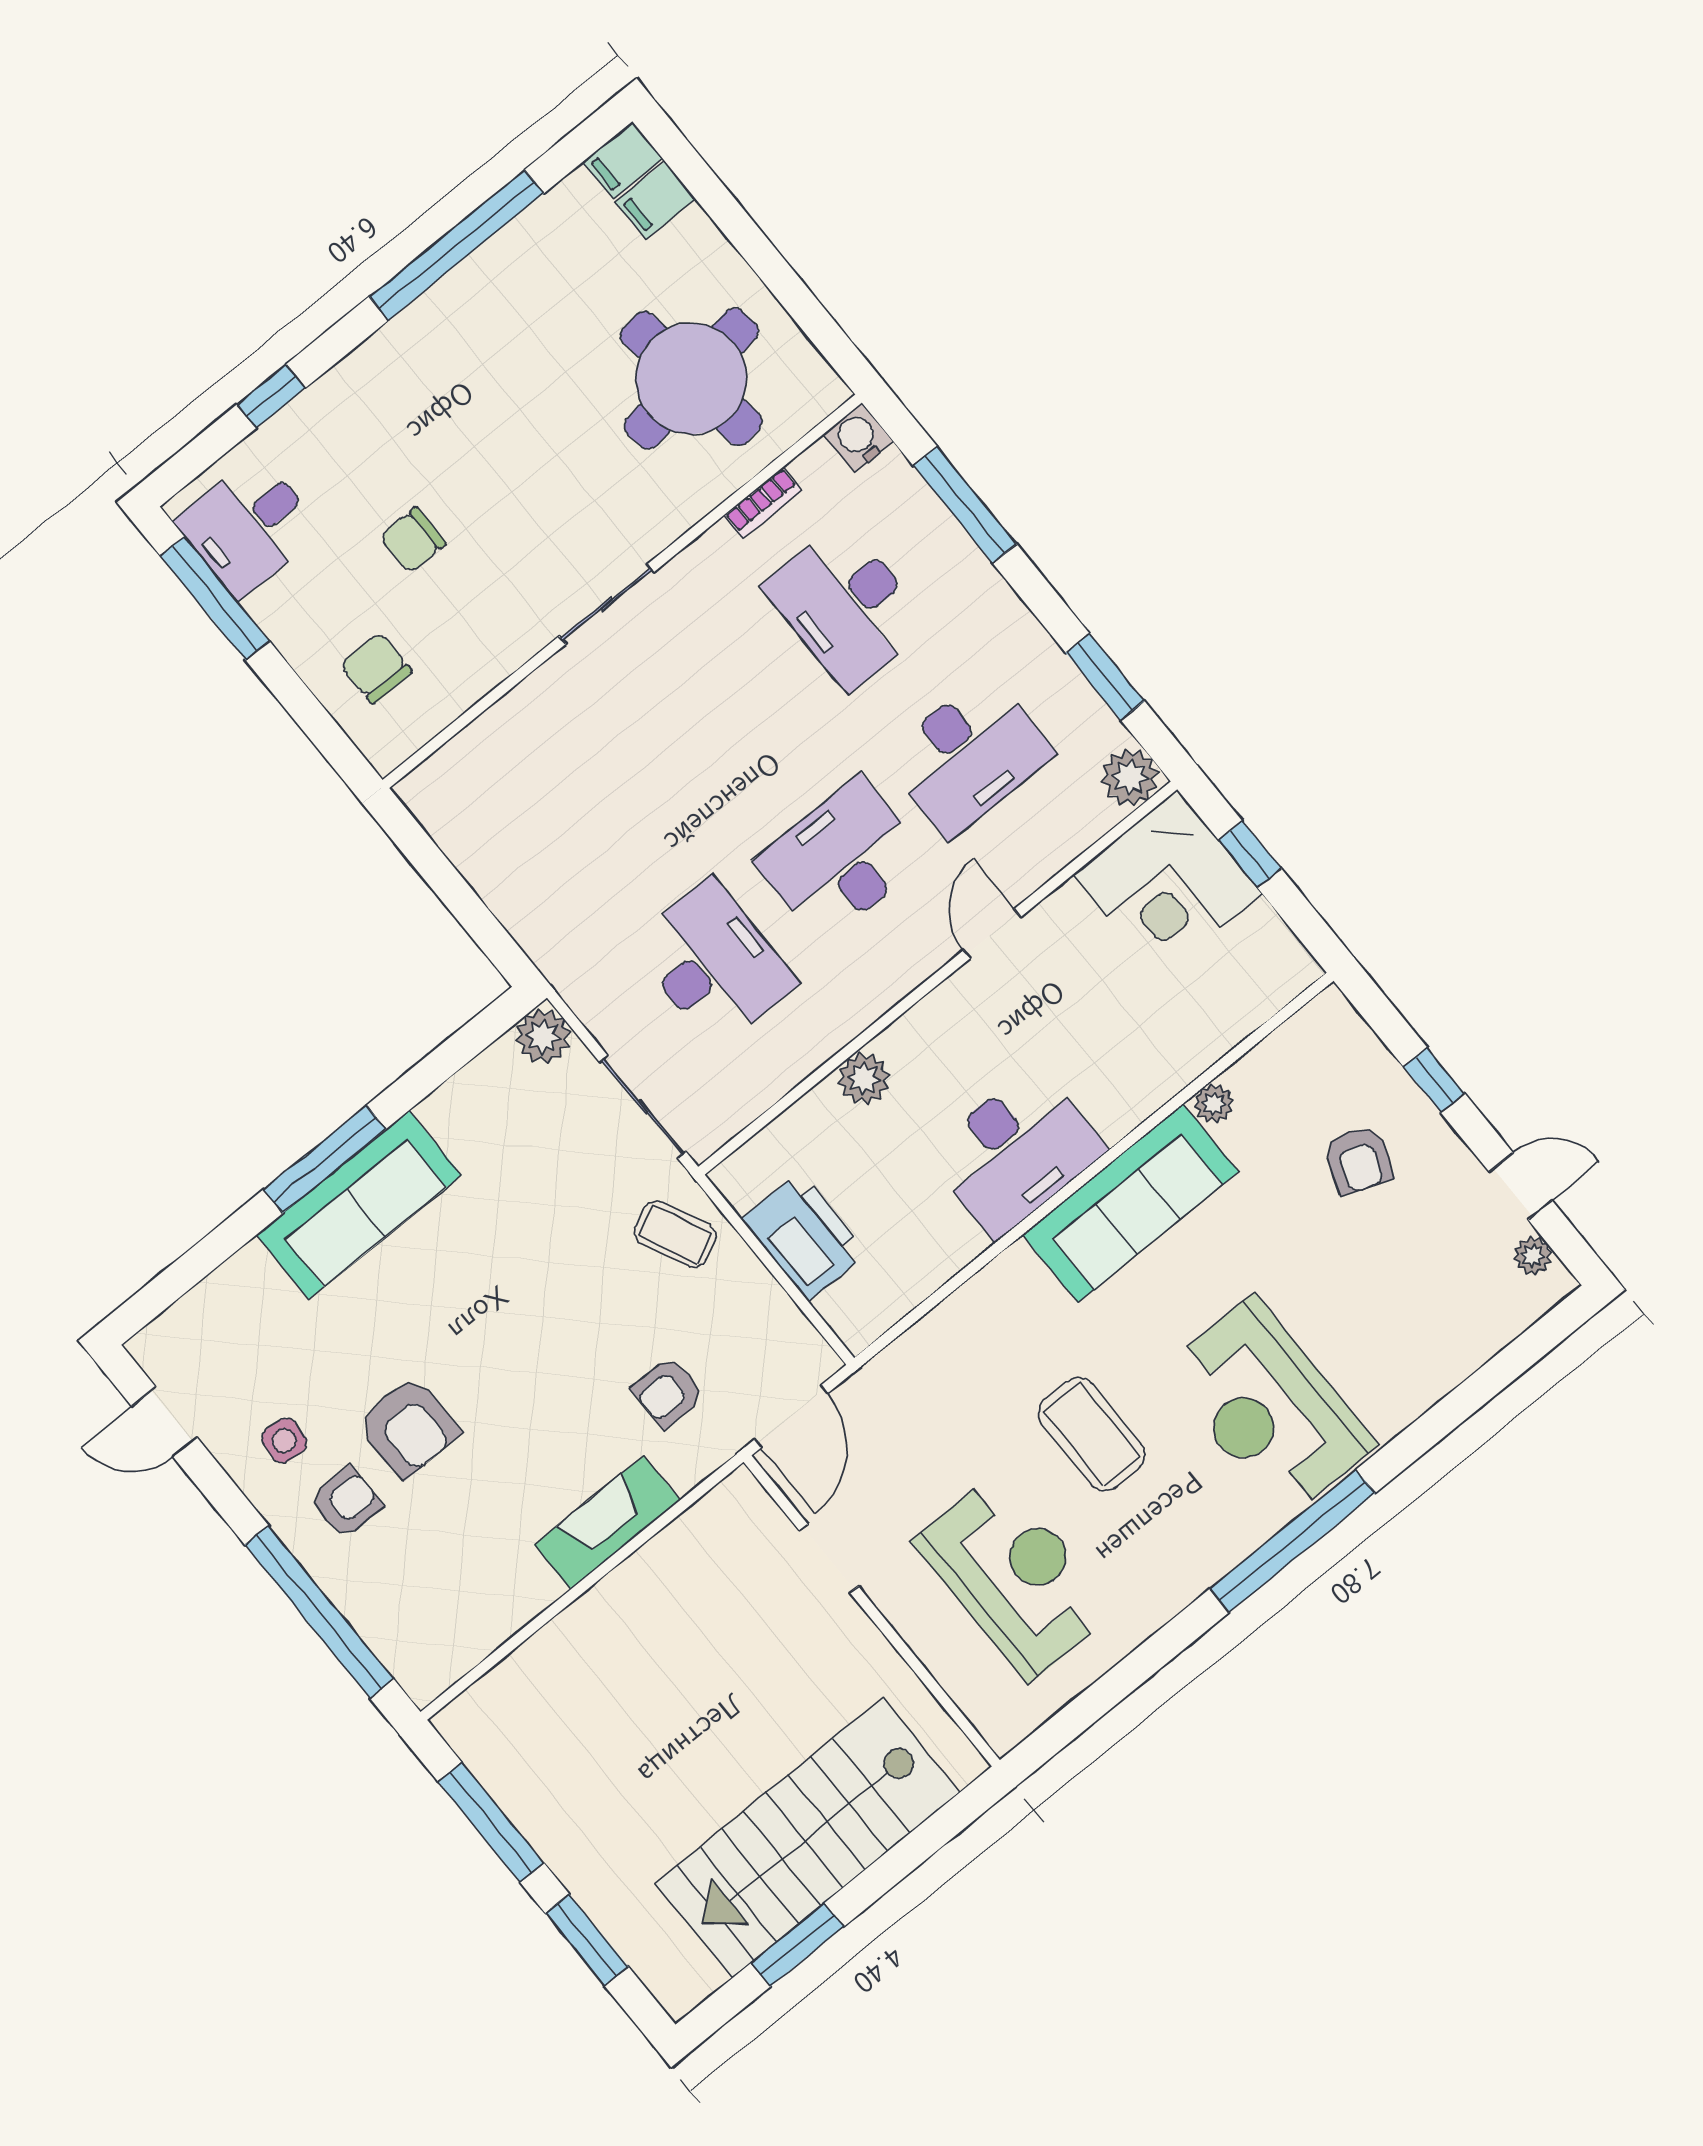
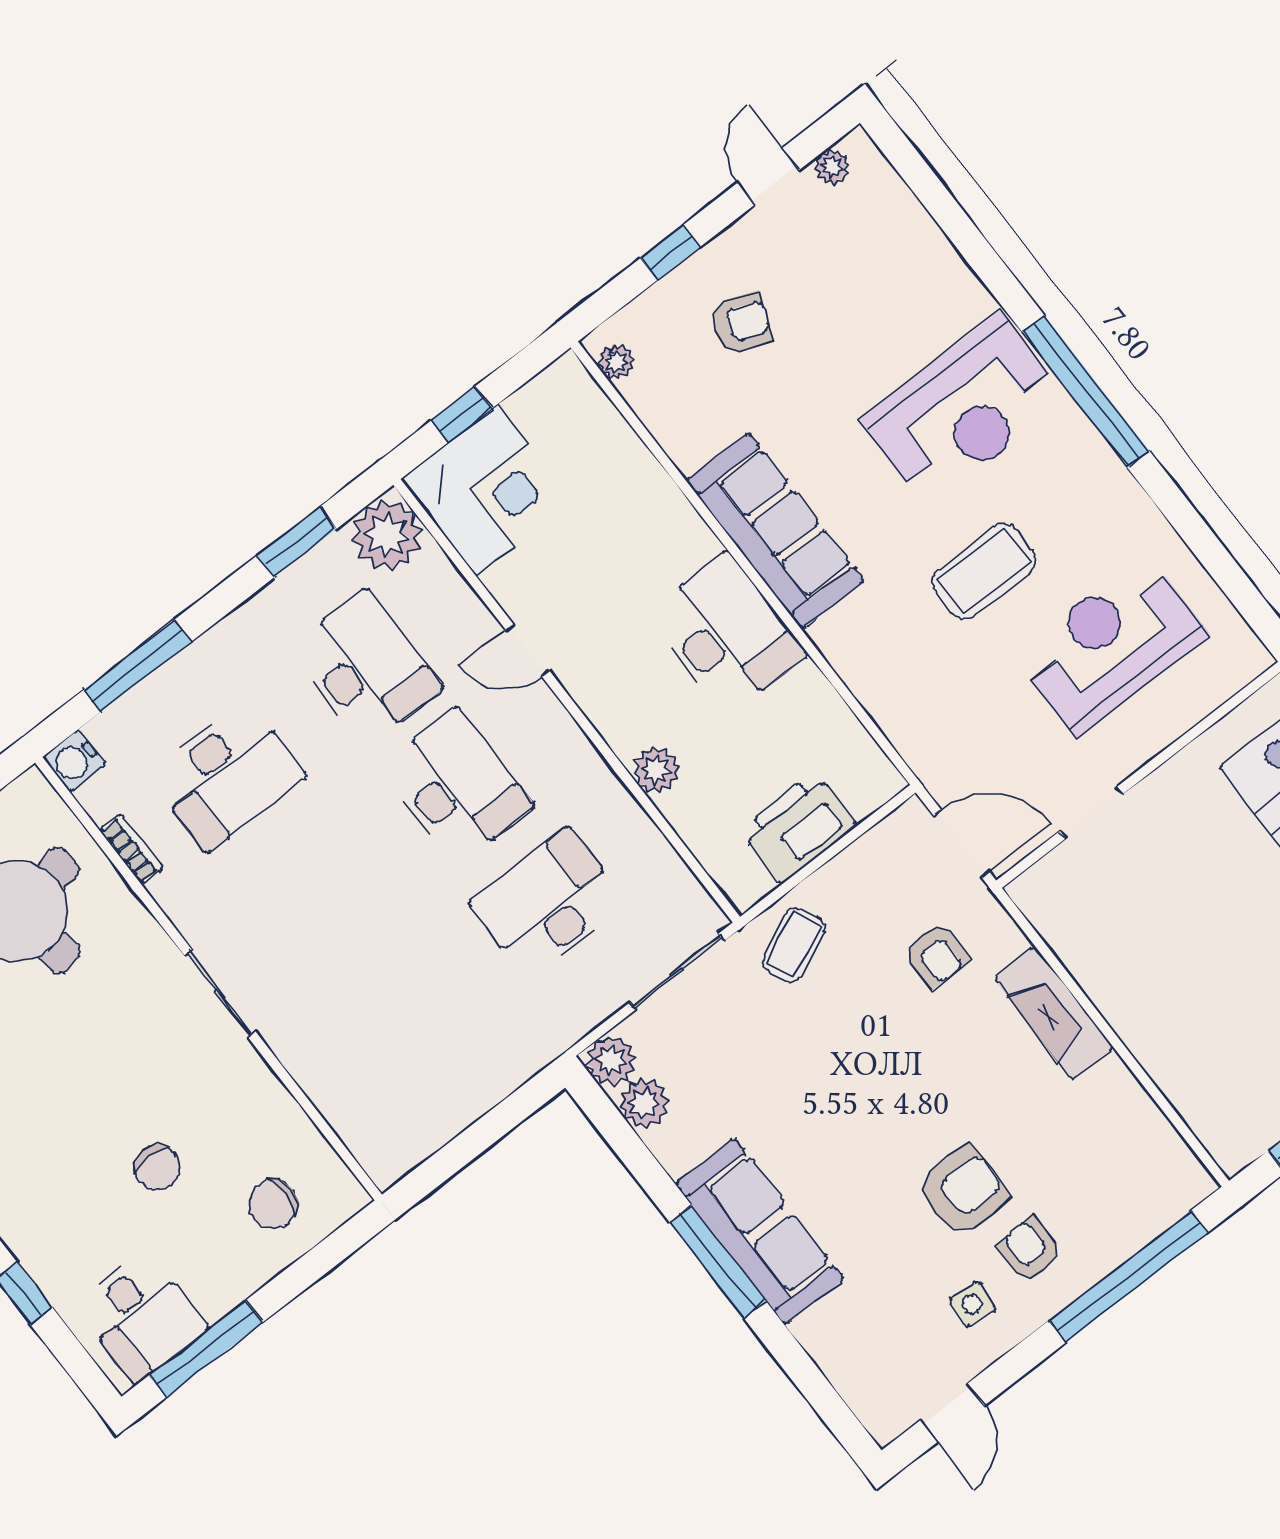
plant: (1130, 777) -> (387, 535), width x1.36, depth x1.36
desk: (841, 859) -> (457, 786), turned 180
plant: (497, 1074) -> (644, 1103), added
plant: (1214, 1104) -> (616, 361), moved

